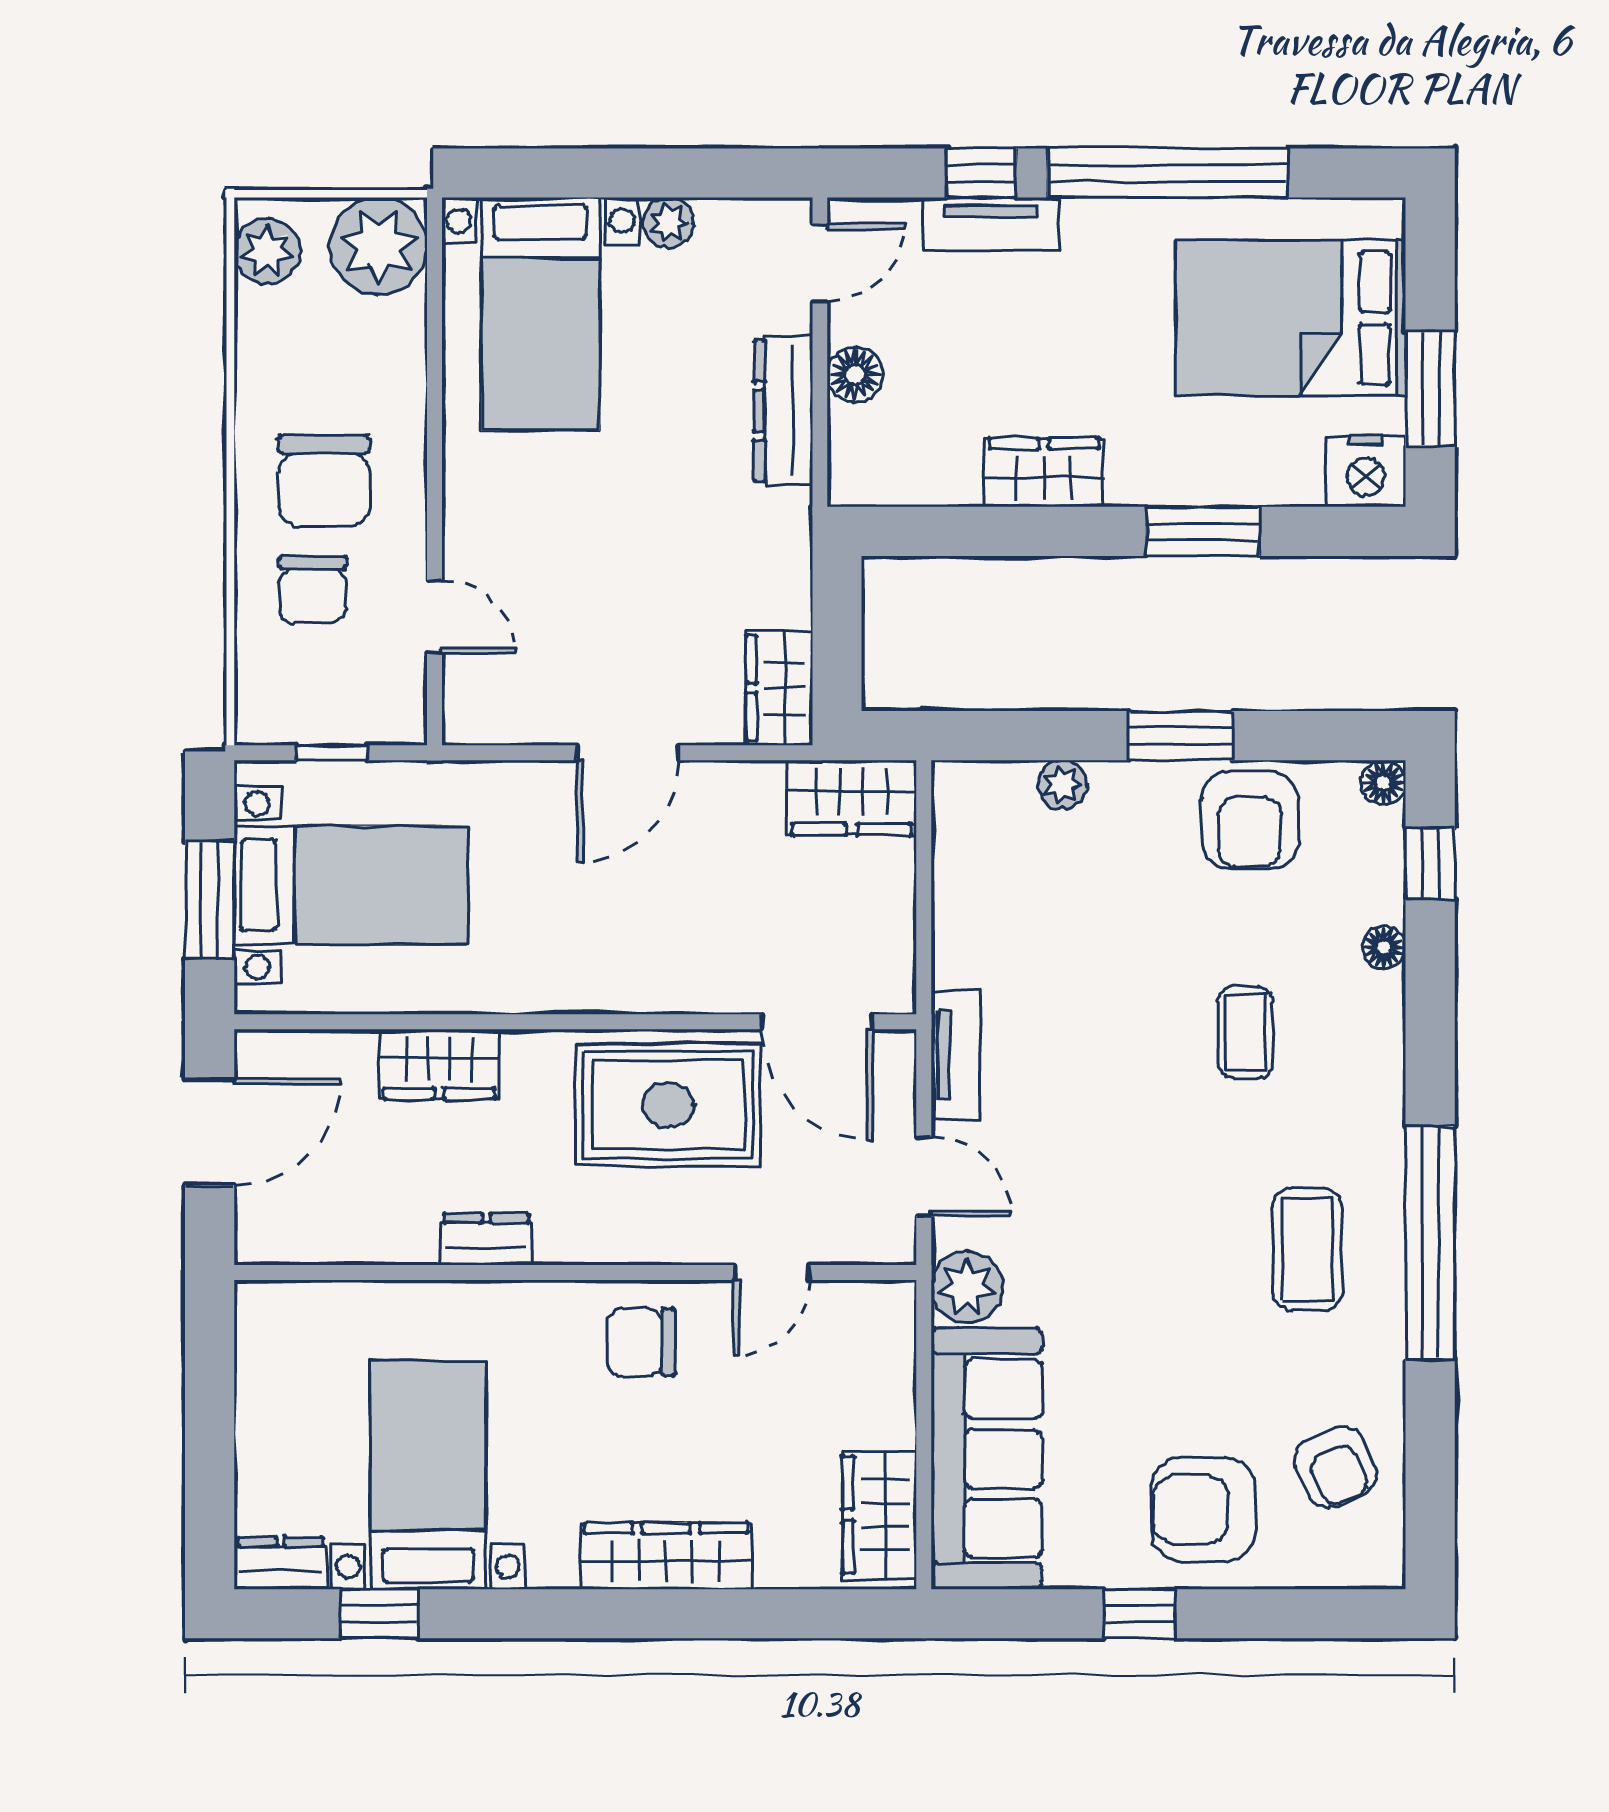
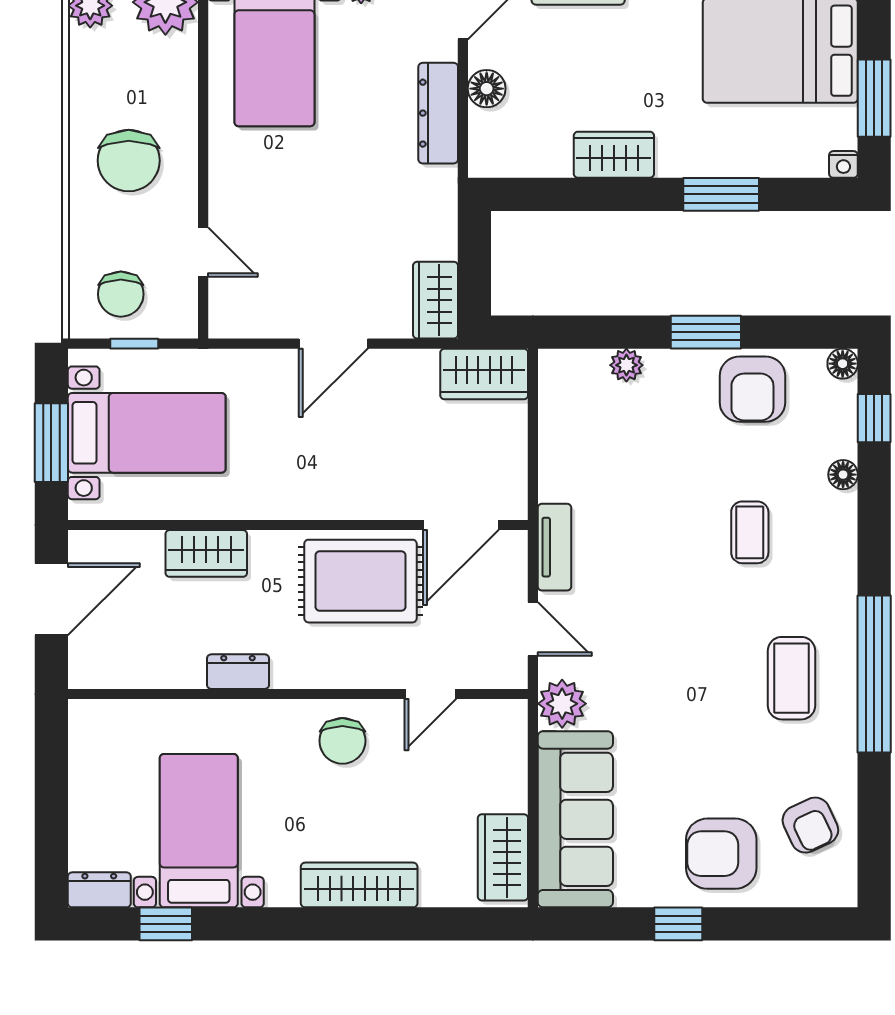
nightstand: (1366, 471) -> (843, 164), width x0.53, depth x0.56
chair: (313, 590) -> (121, 294), moved
door: (817, 1022) -> (461, 525), hinge flipped
chair: (641, 1342) -> (342, 741), turned -90

